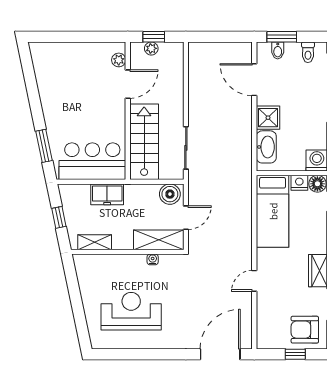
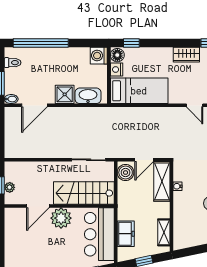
bidet: (278, 50) -> (11, 99), moved
plant: (119, 60) -> (61, 218), moved, width x1.87, depth x1.87
door: (128, 84) -> (38, 206), swing flipped
freezer: (107, 194) -> (126, 234), moved
door: (186, 218) -> (144, 160), swing flipped

